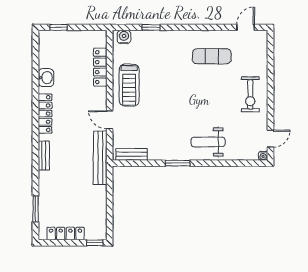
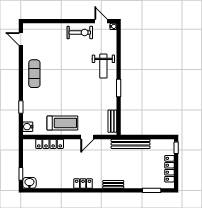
exercise mat: (212, 56) -> (34, 74), moved
washbasin: (46, 78) -> (29, 183), moved
exercise bike: (250, 94) -> (80, 33), moved
locker: (45, 114) -> (83, 184), width x0.66
bench: (100, 158) -> (131, 144), moved

